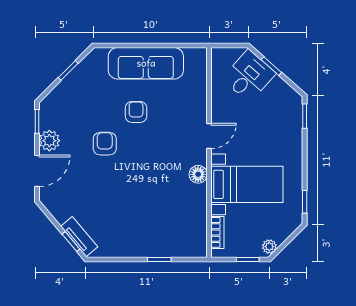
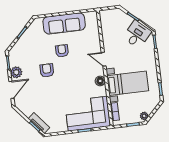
desk: (249, 76) -> (137, 34), moved
door: (209, 136) -> (104, 59), swing flipped
corner sofa: (168, 230) -> (87, 114), added

